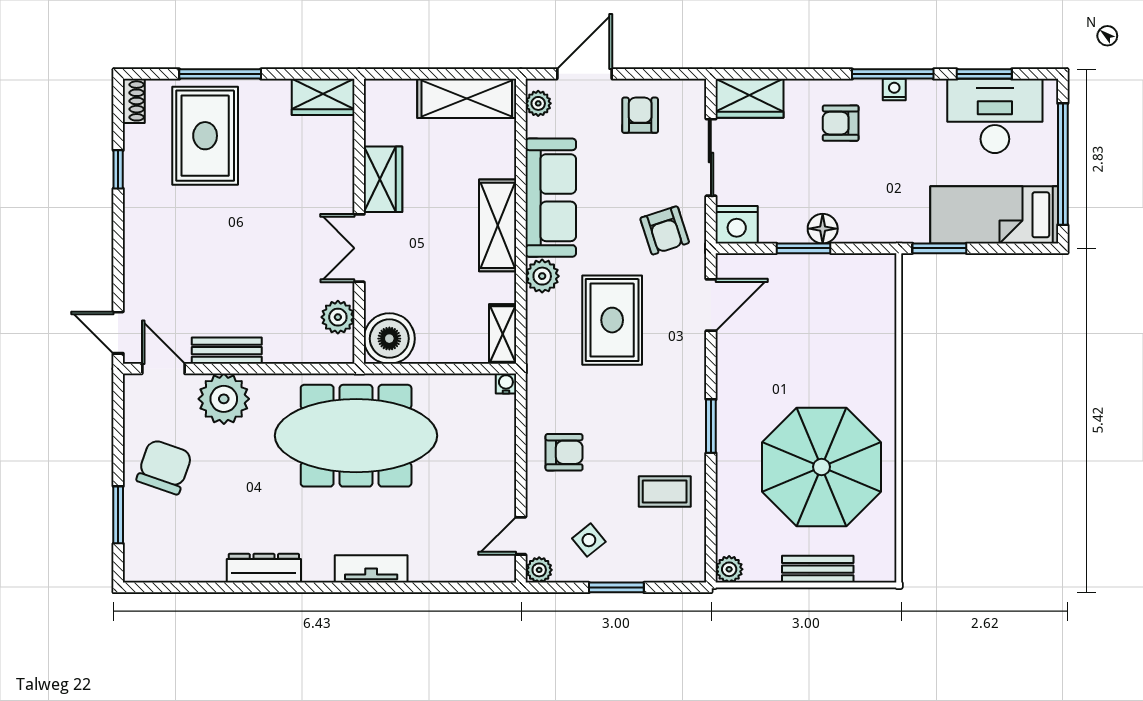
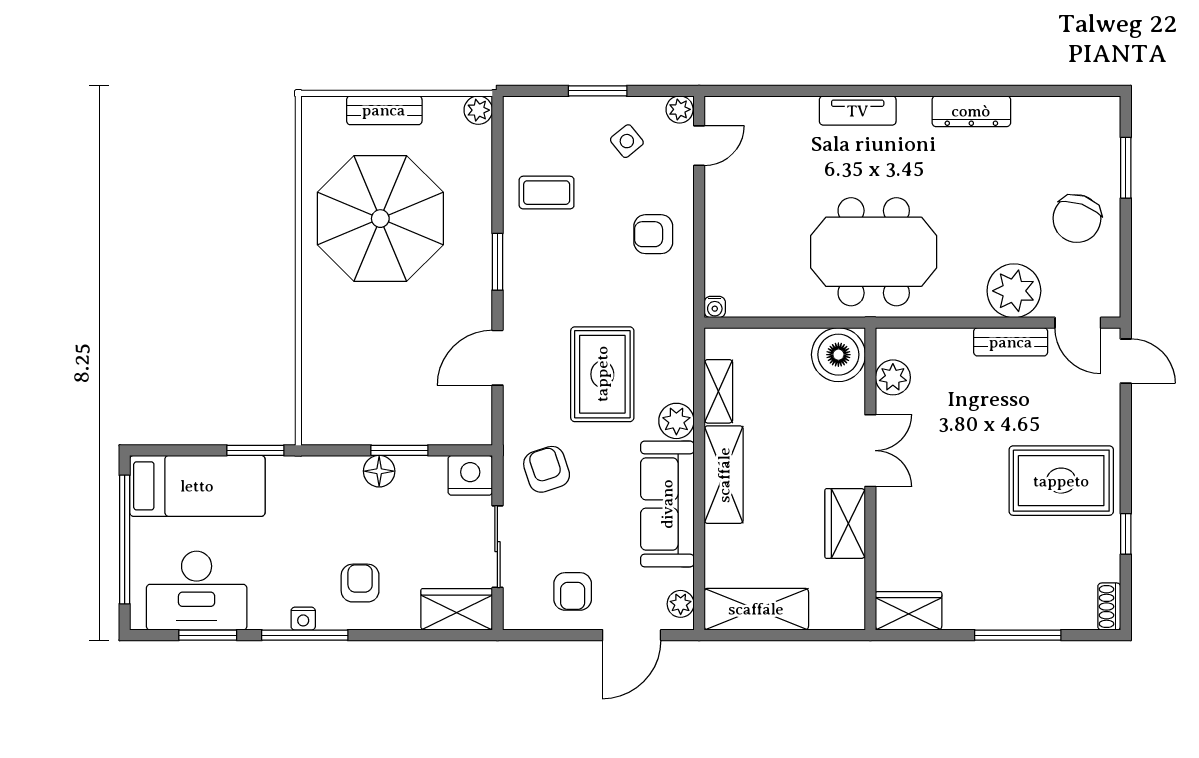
armchair: (841, 123) -> (360, 583), turned -90
rug: (205, 136) -> (1061, 481), moved, turned 90
door: (711, 305) -> (497, 358), moved
shelving: (503, 334) -> (718, 391), moved
meeting table: (356, 436) -> (874, 252), width x0.73

